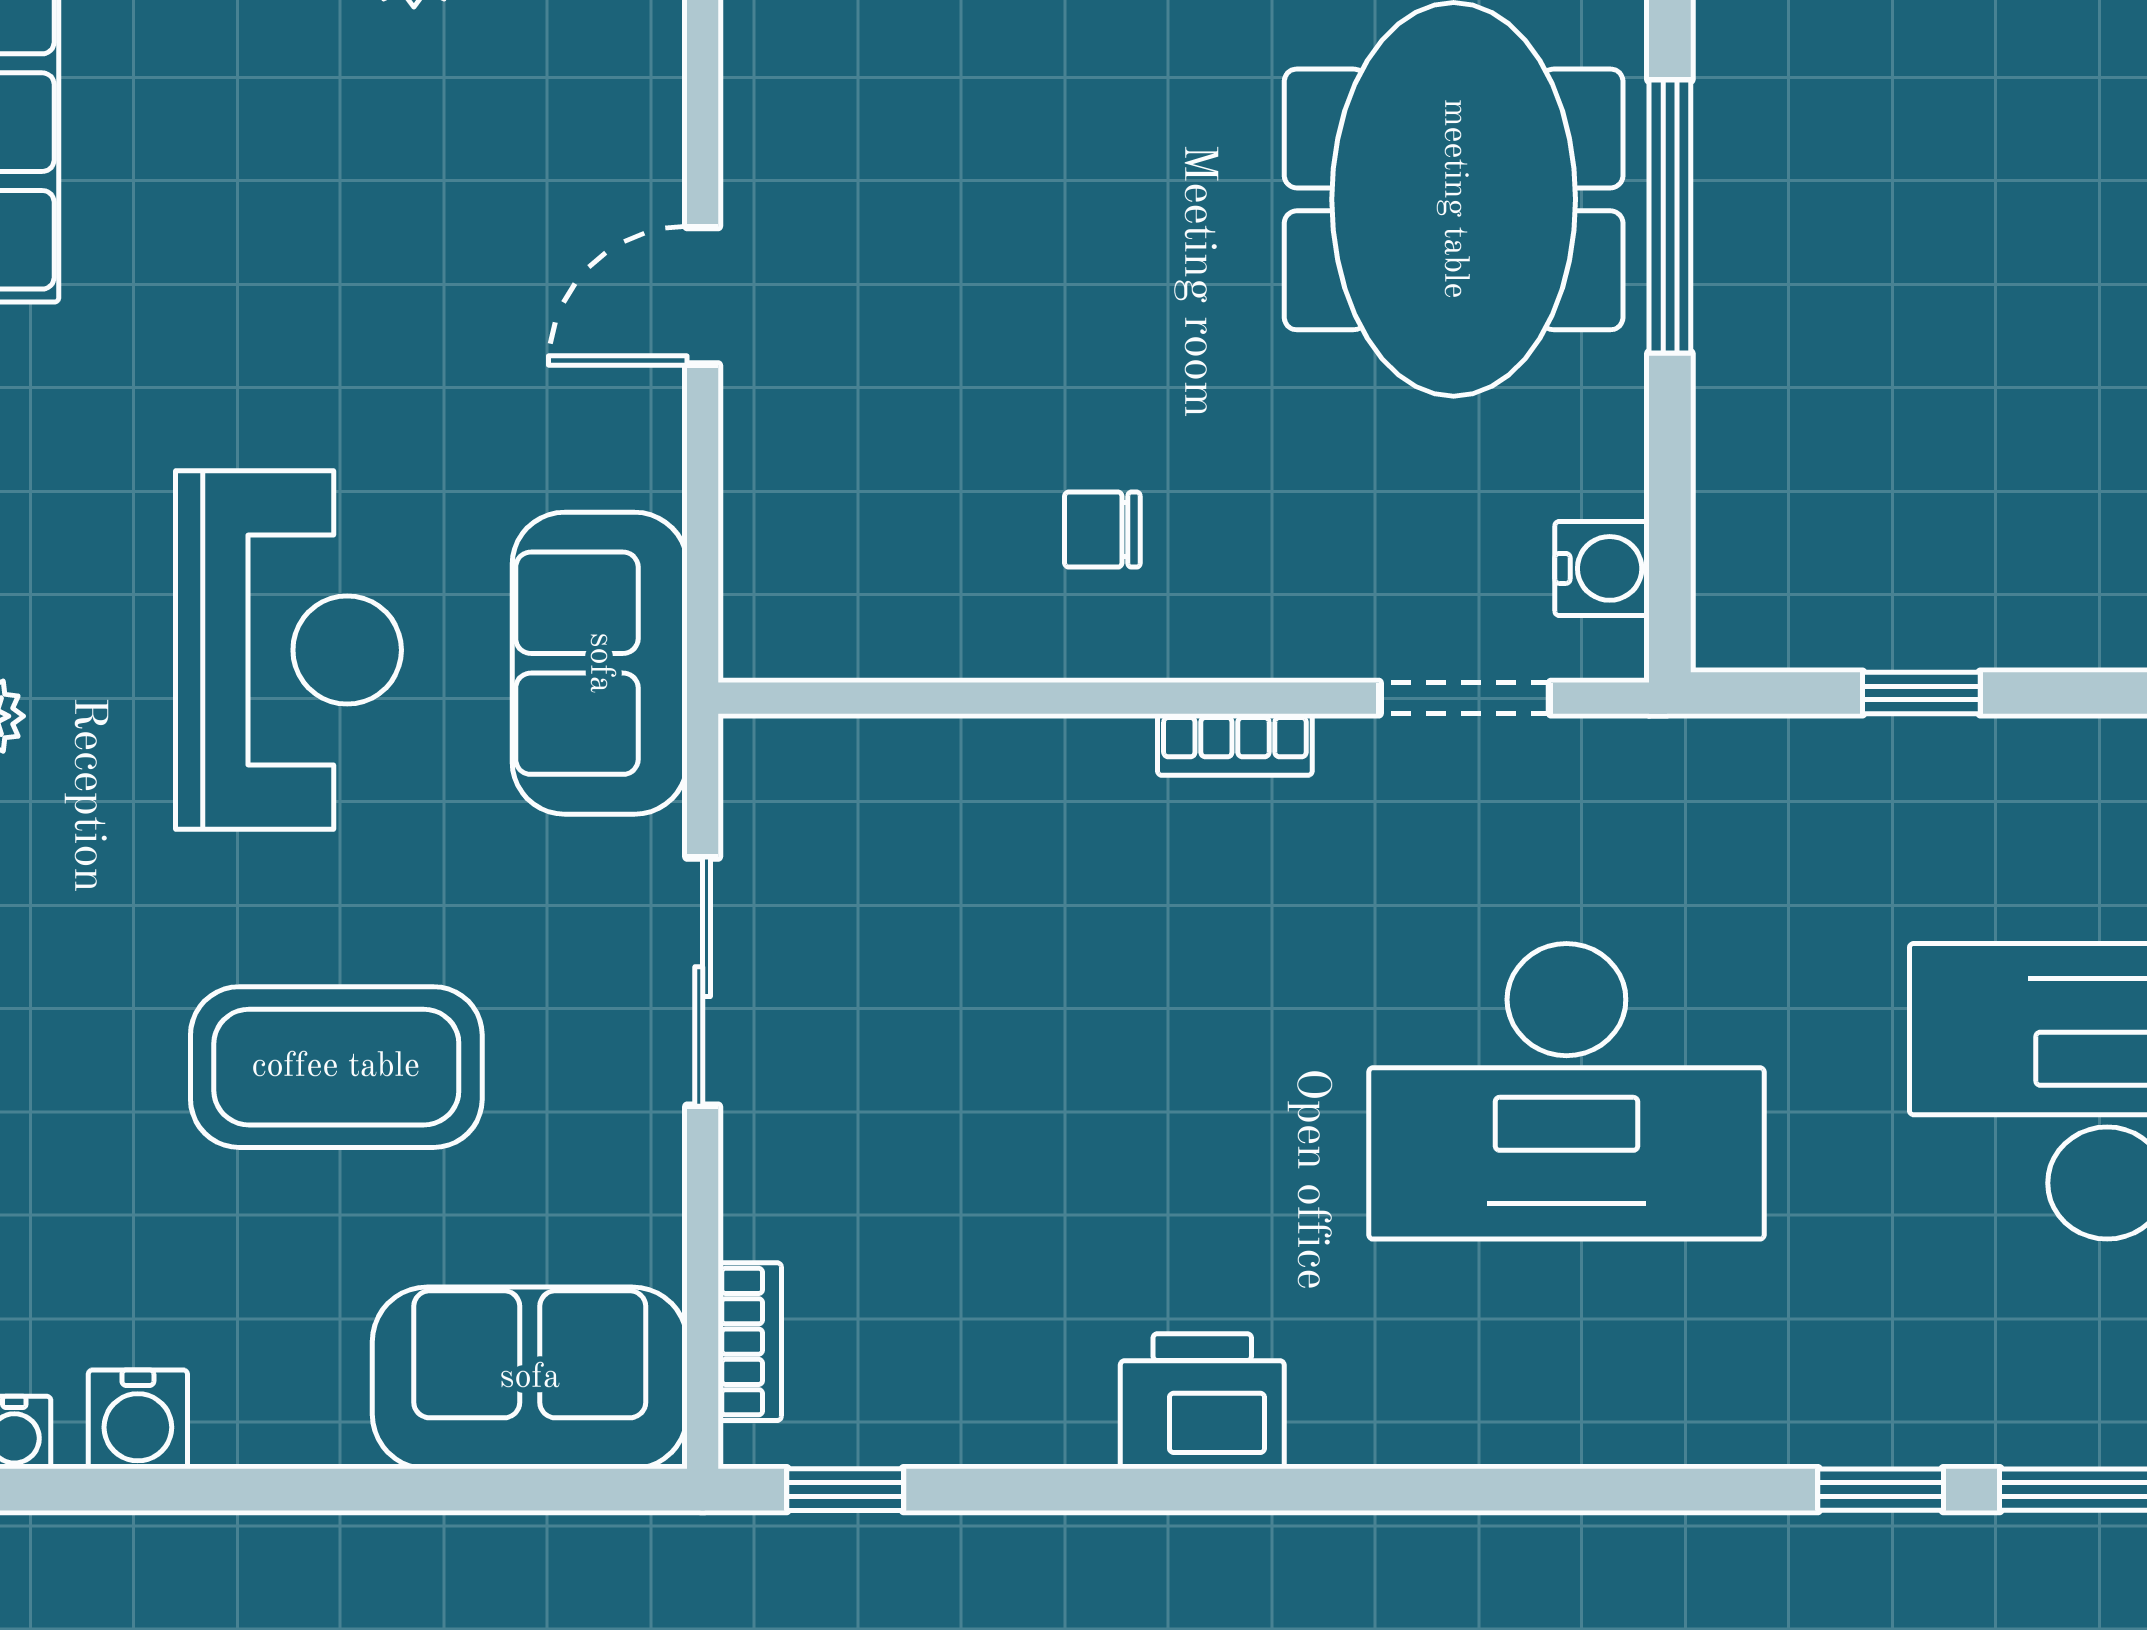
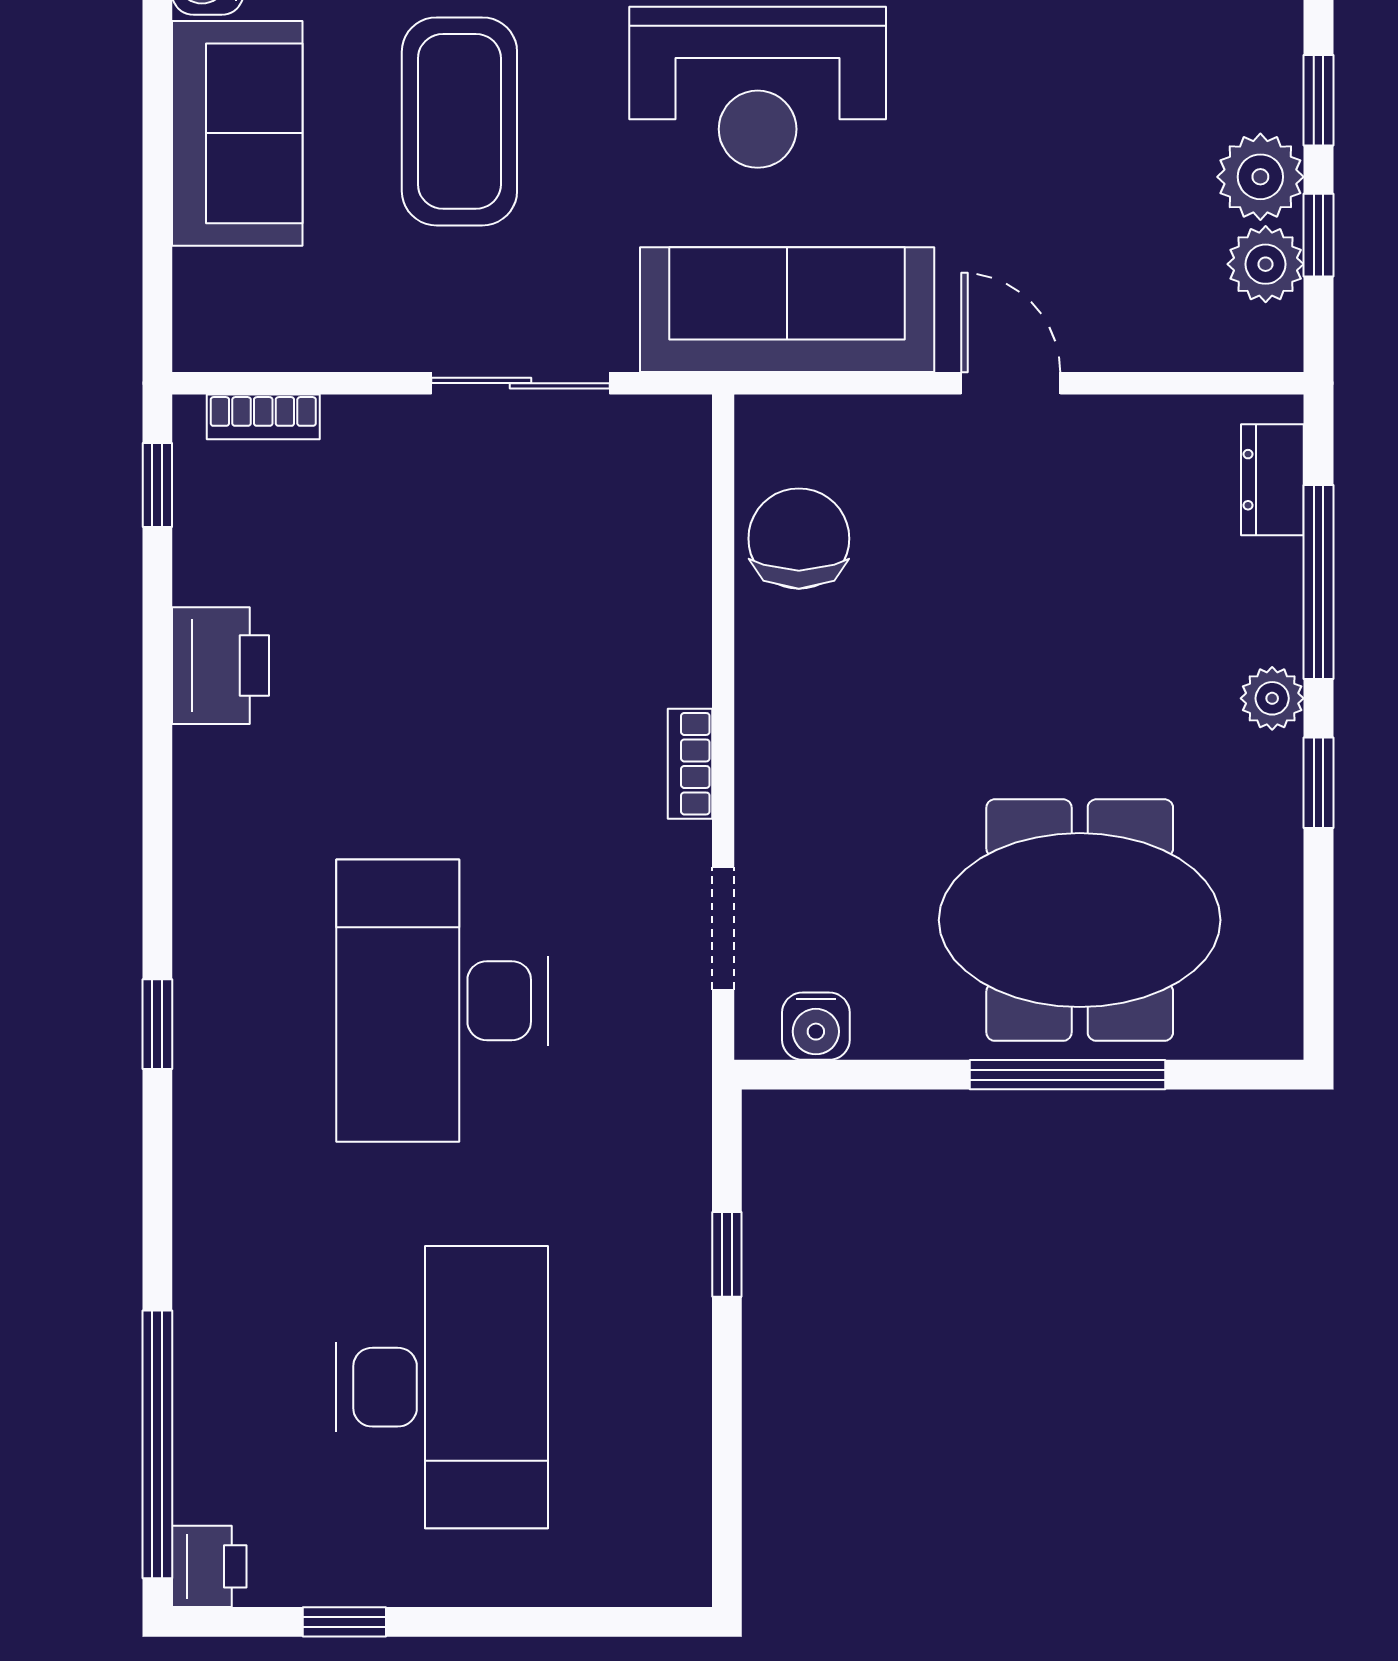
chair: (1102, 530) -> (799, 539), moved, width x1.87, depth x1.87
sofa: (600, 663) -> (787, 310), width x1.36
sofa: (530, 1378) -> (237, 133), moved
printer: (1202, 1401) -> (221, 666), moved
window: (1881, 1490) -> (157, 1024), moved

